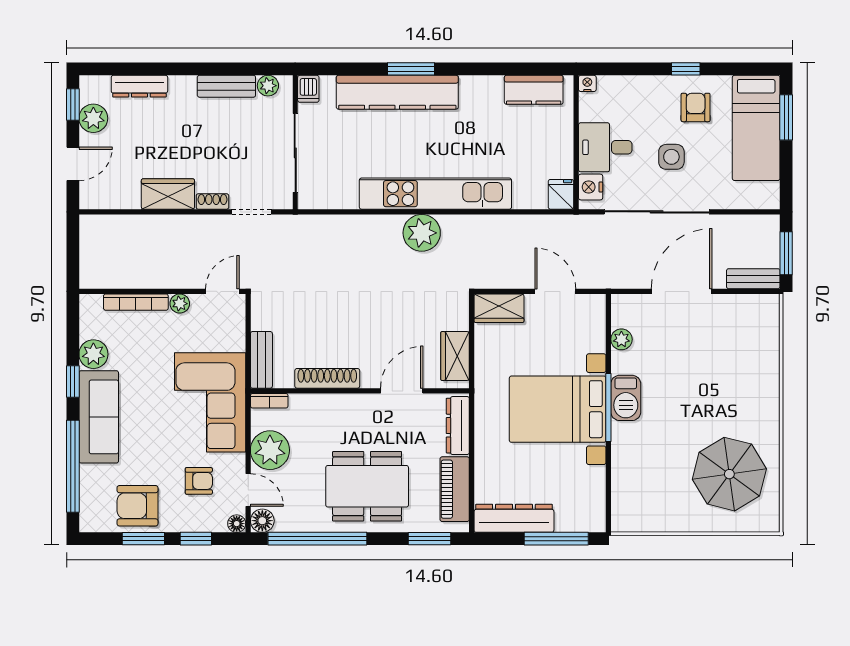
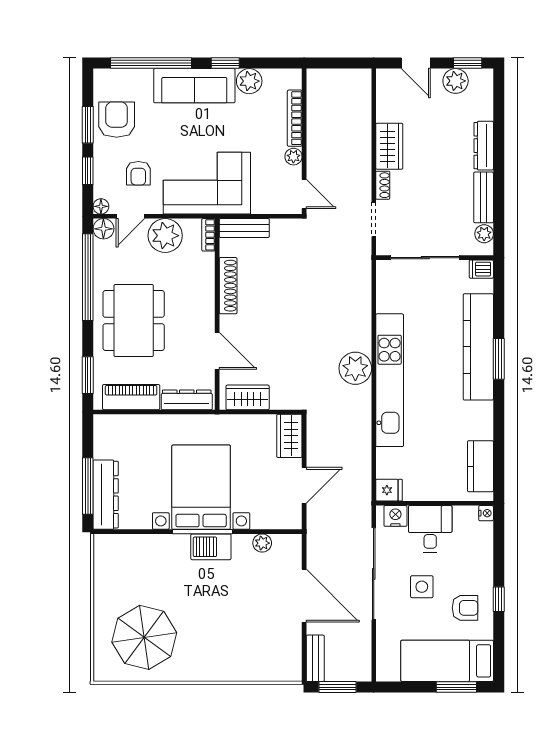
dresser: (139, 86) -> (484, 146), moved
dresser: (514, 518) -> (106, 495), moved

